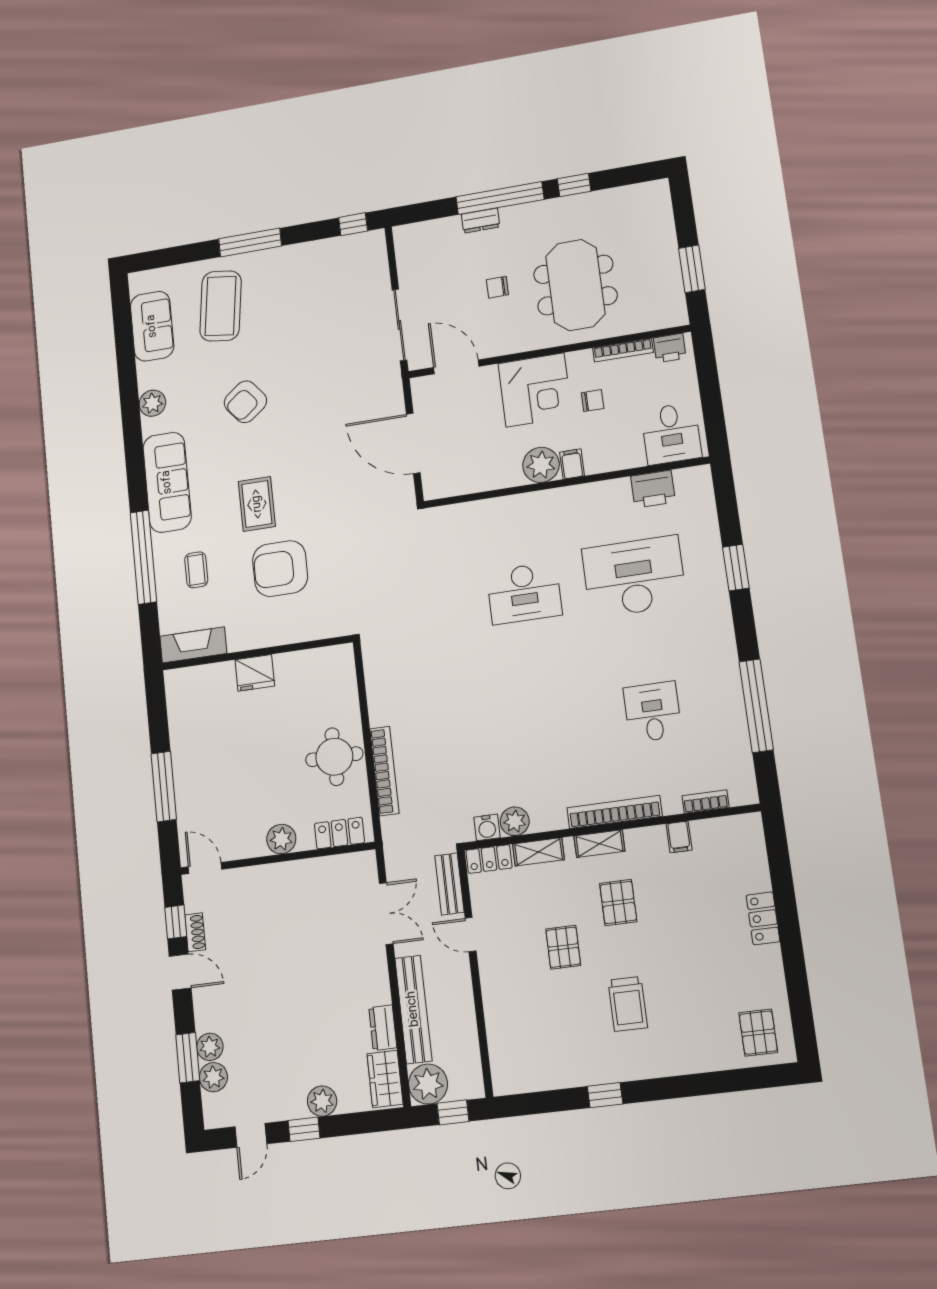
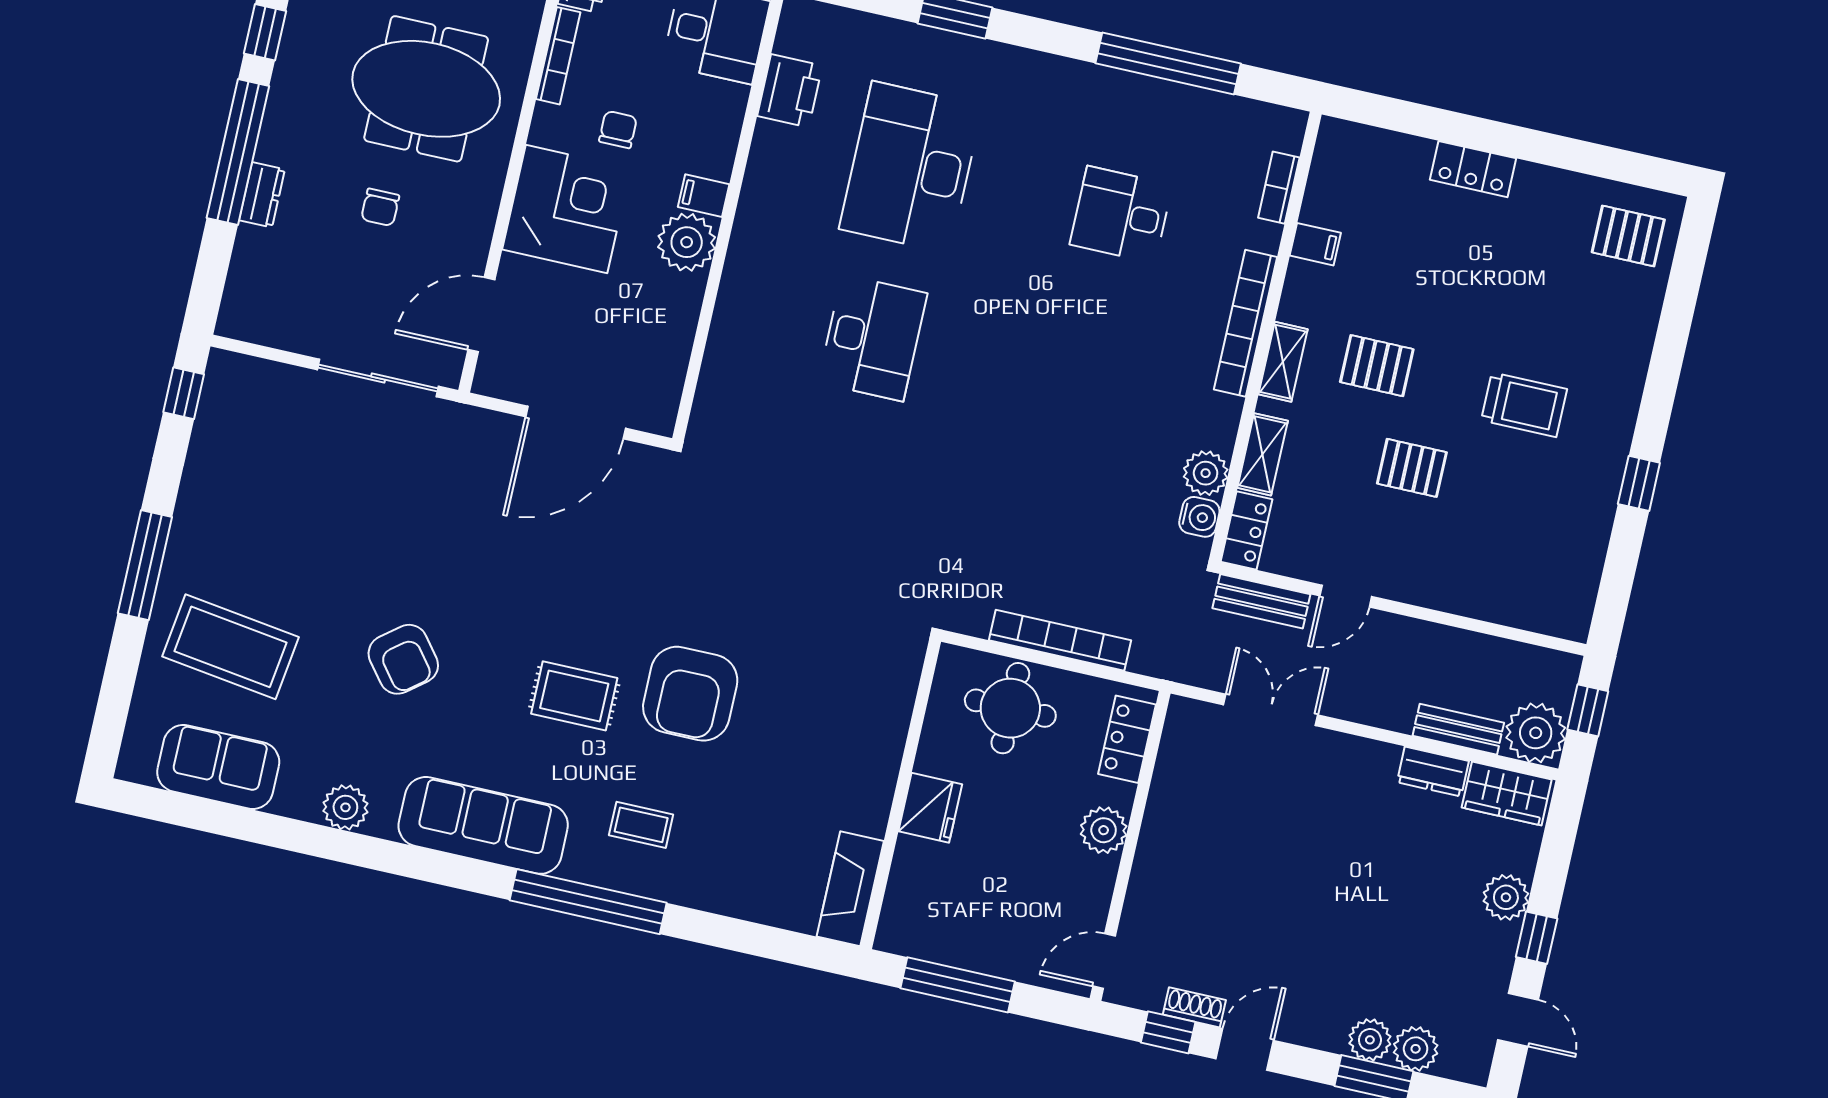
fireplace: (193, 645) -> (850, 889), moved
wall: (257, 653) -> (901, 794), moved
fridge: (255, 673) -> (930, 808), moved
bench: (413, 1009) -> (1458, 729), width x0.54, depth x0.82

